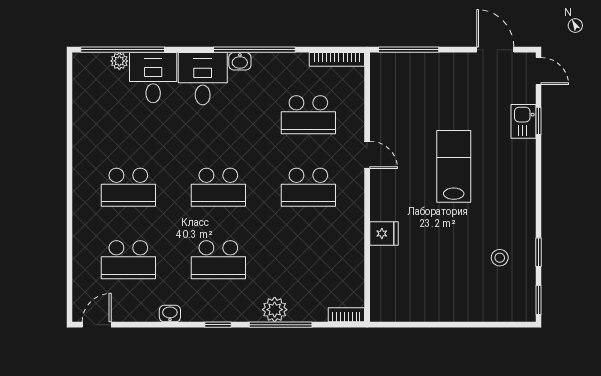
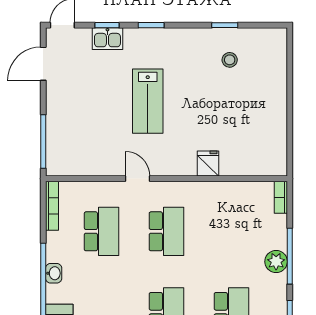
washbasin: (240, 61) -> (54, 273), moved
door: (367, 155) -> (138, 179), hinge flipped
lab bench: (454, 166) -> (148, 101), turned -90
window: (538, 300) -> (151, 25), moved

